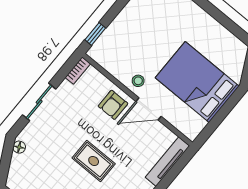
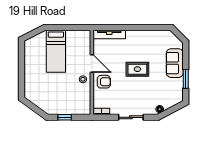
window: (95, 34) -> (65, 117), moved
bed: (197, 82) -> (56, 51), width x0.67
rug: (94, 161) -> (137, 69), turned 90

